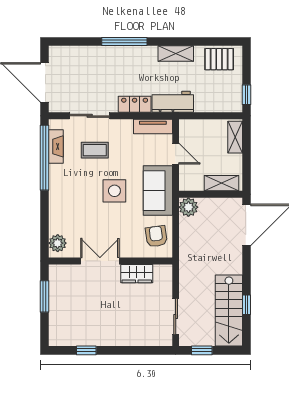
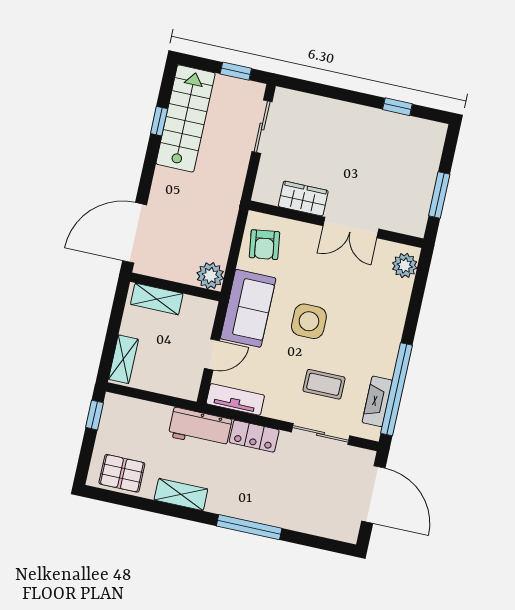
door: (176, 154) -> (212, 354), swing flipped

